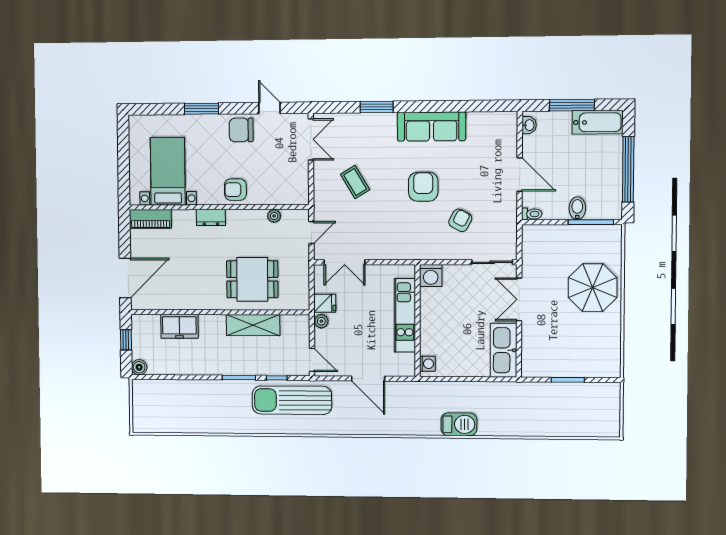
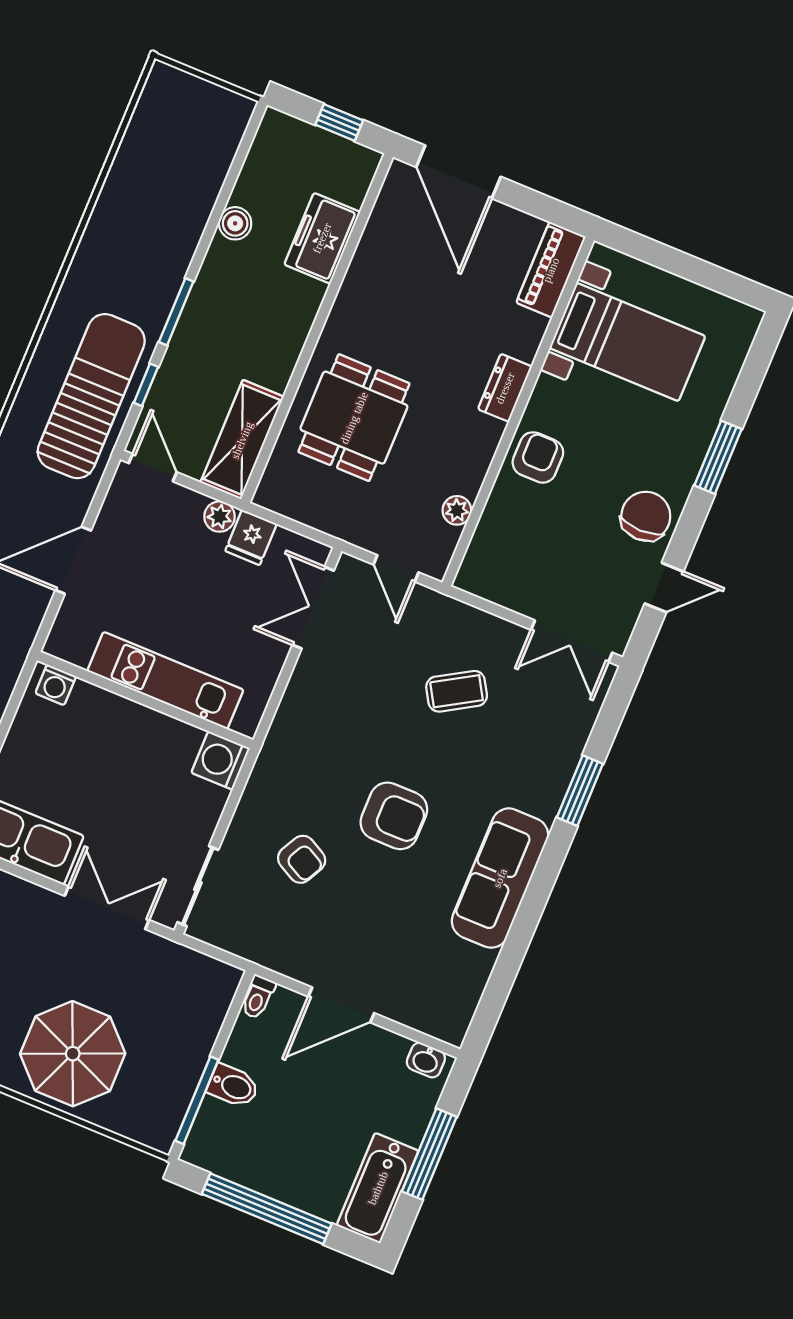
shelving: (253, 325) -> (242, 440), moved
door: (312, 360) -> (153, 468), swing flipped
boiler: (139, 367) -> (235, 223), moved

